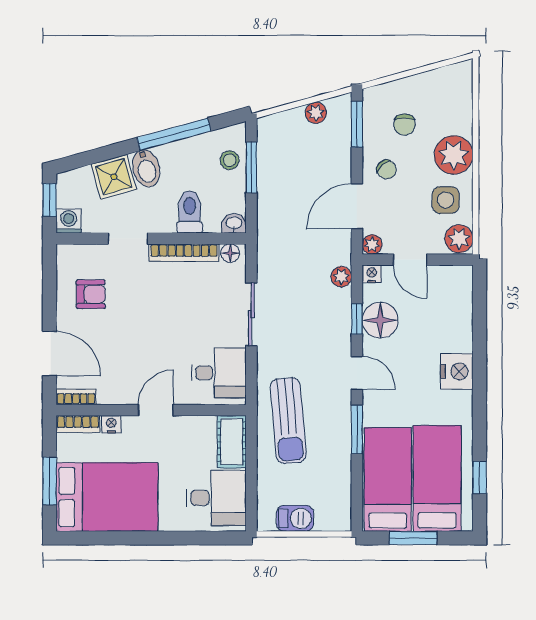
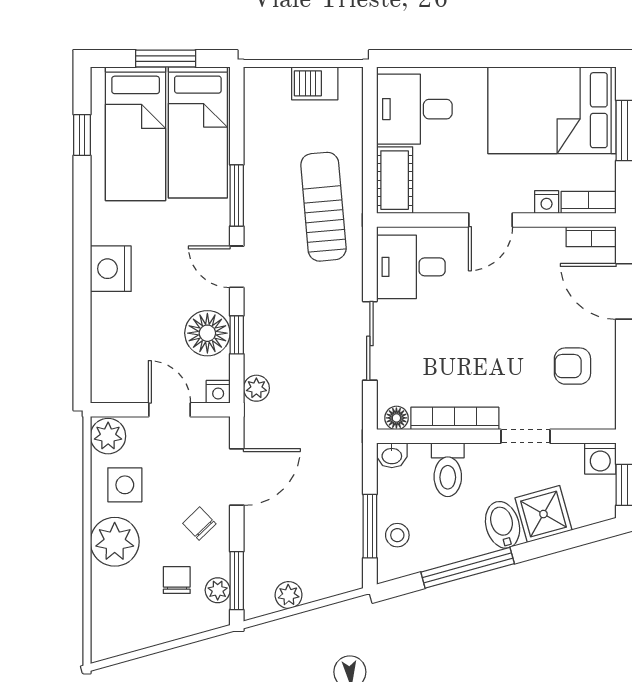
plant: (372, 244) -> (218, 590), moved

